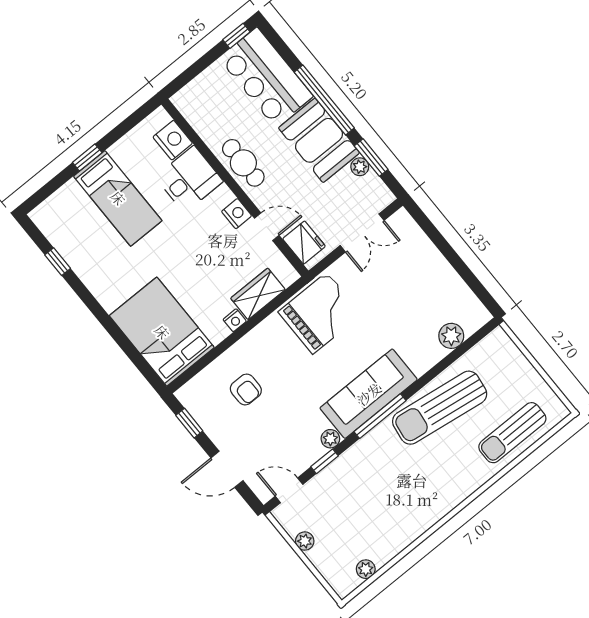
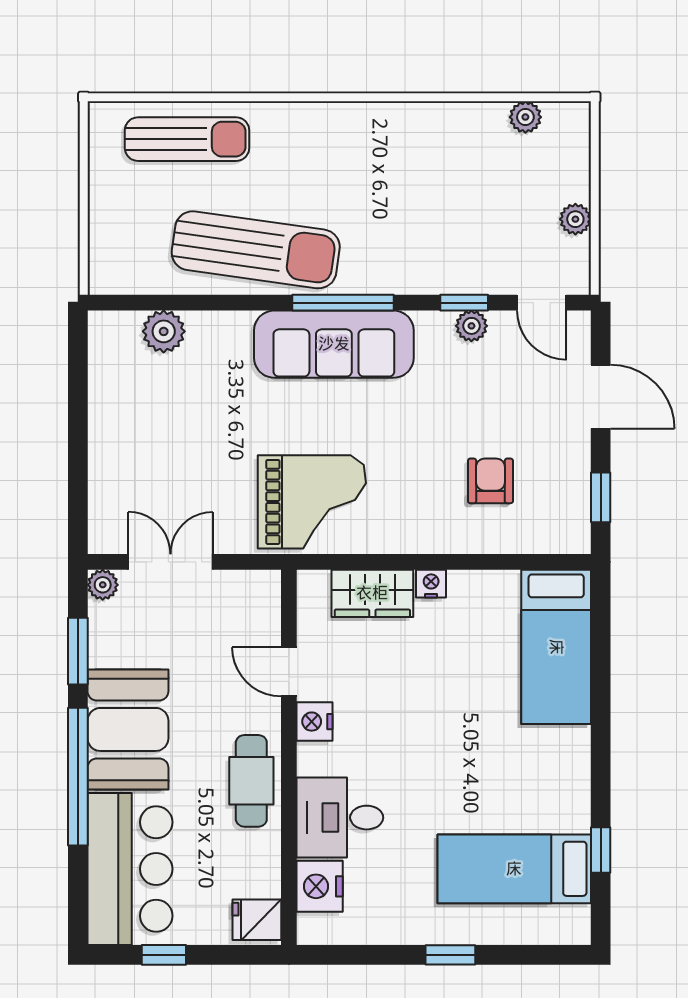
window: (236, 36) -> (164, 955), moved
plant: (360, 167) -> (103, 585), moved
bed: (118, 198) -> (514, 869), moved, turned -90
fridge: (304, 243) -> (257, 920), moved, width x0.72
grand piano: (320, 313) -> (312, 502), turned 180
bed: (162, 332) -> (556, 647), width x0.67
plant: (330, 439) -> (471, 326), moved

